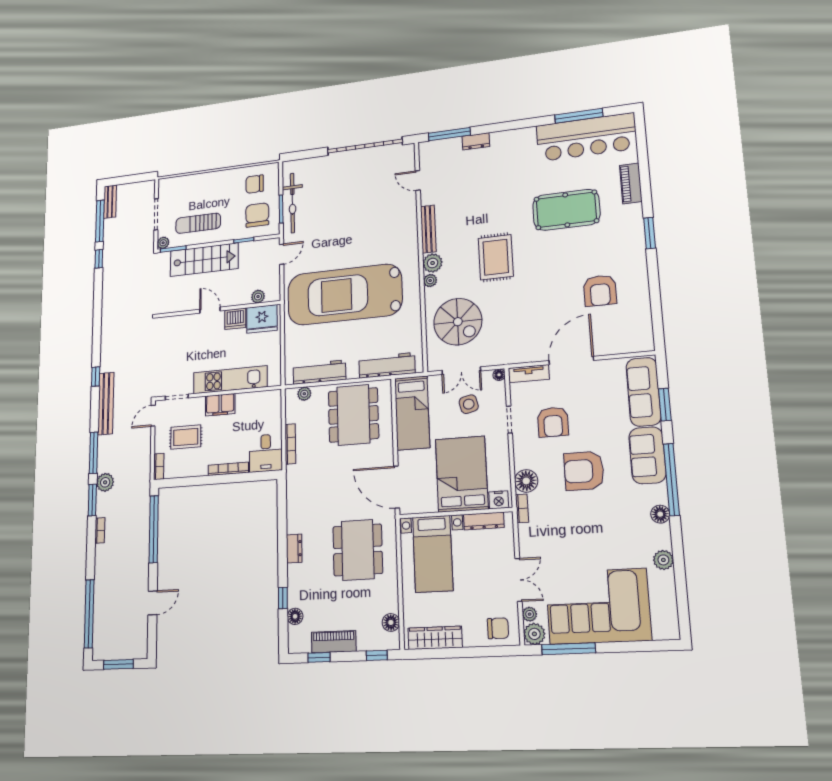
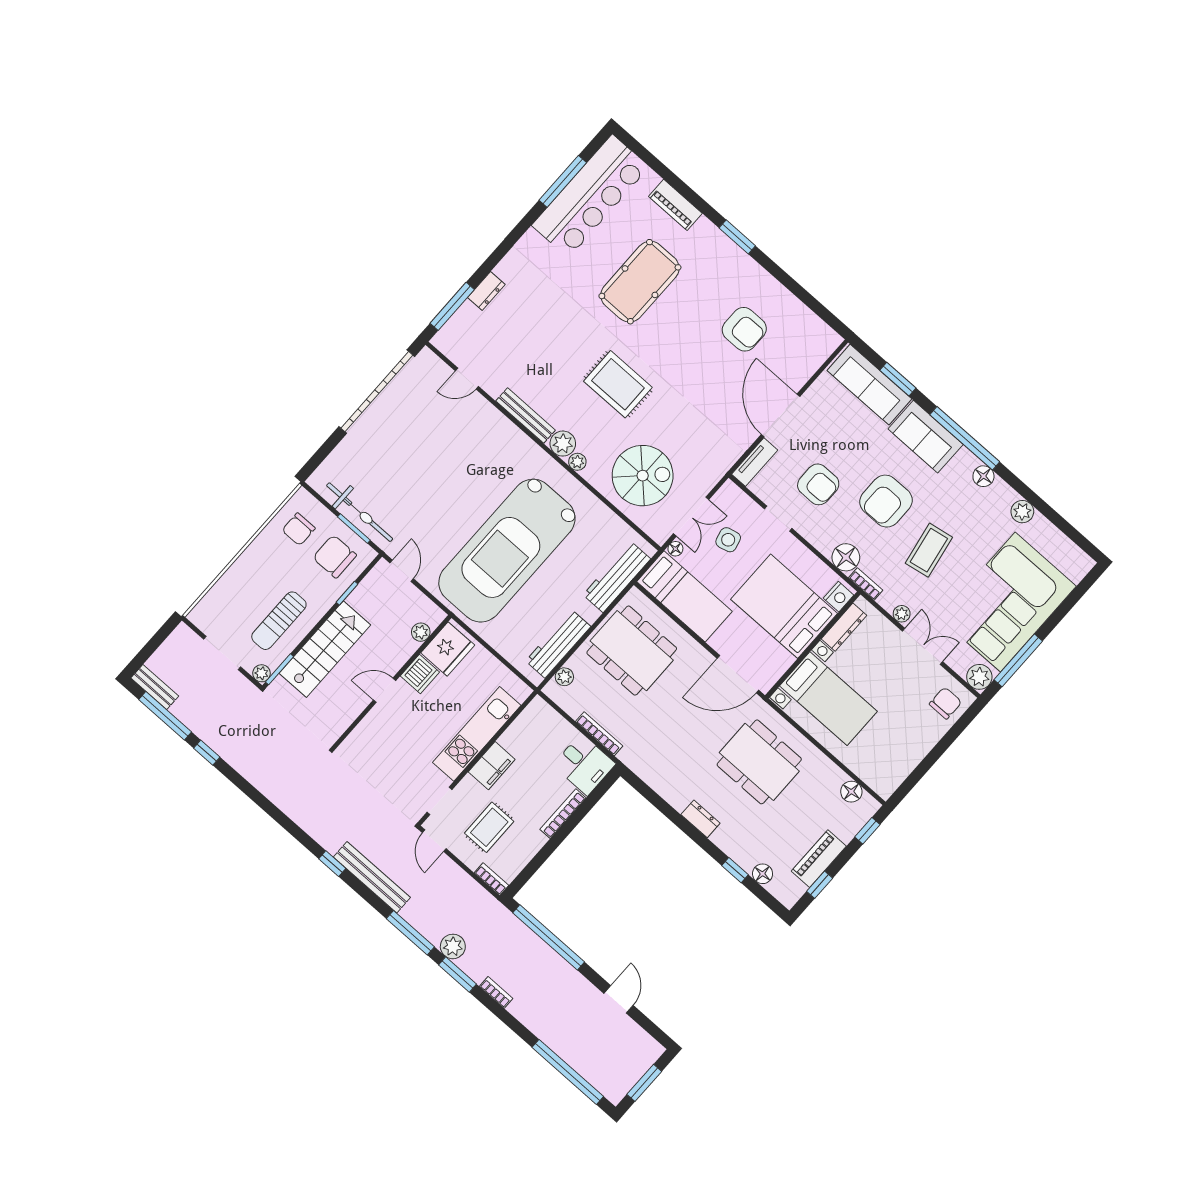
floor lamp: (499, 375) -> (675, 549), moved
coffee table: (581, 526) -> (929, 550), added
plant: (530, 614) -> (902, 614), moved
wardrobe: (435, 638) -> (901, 765), removed

